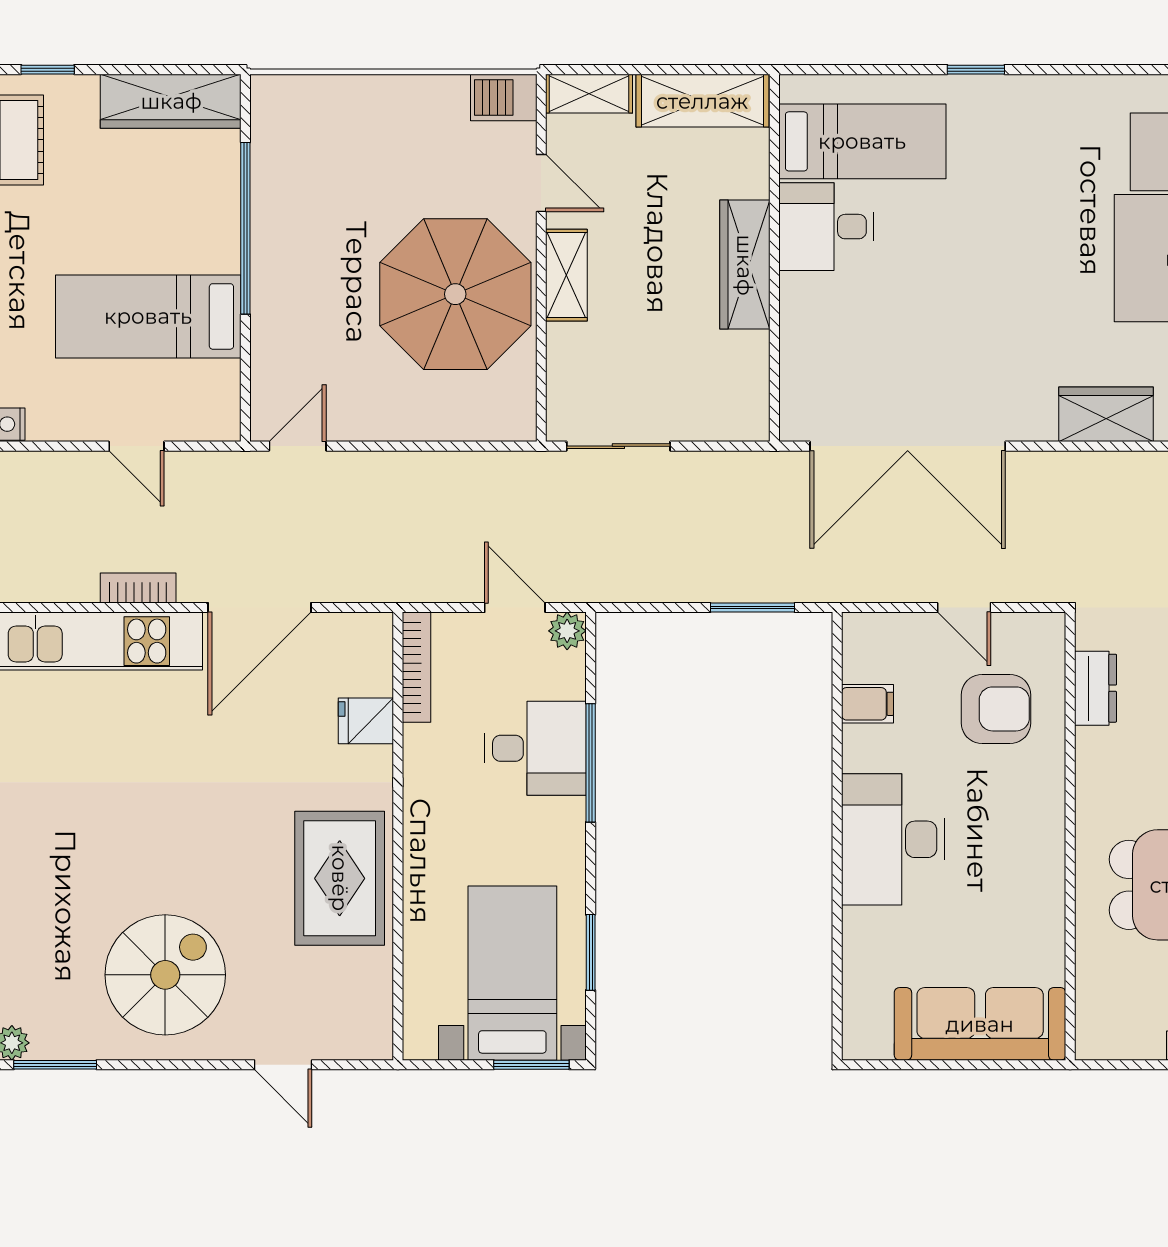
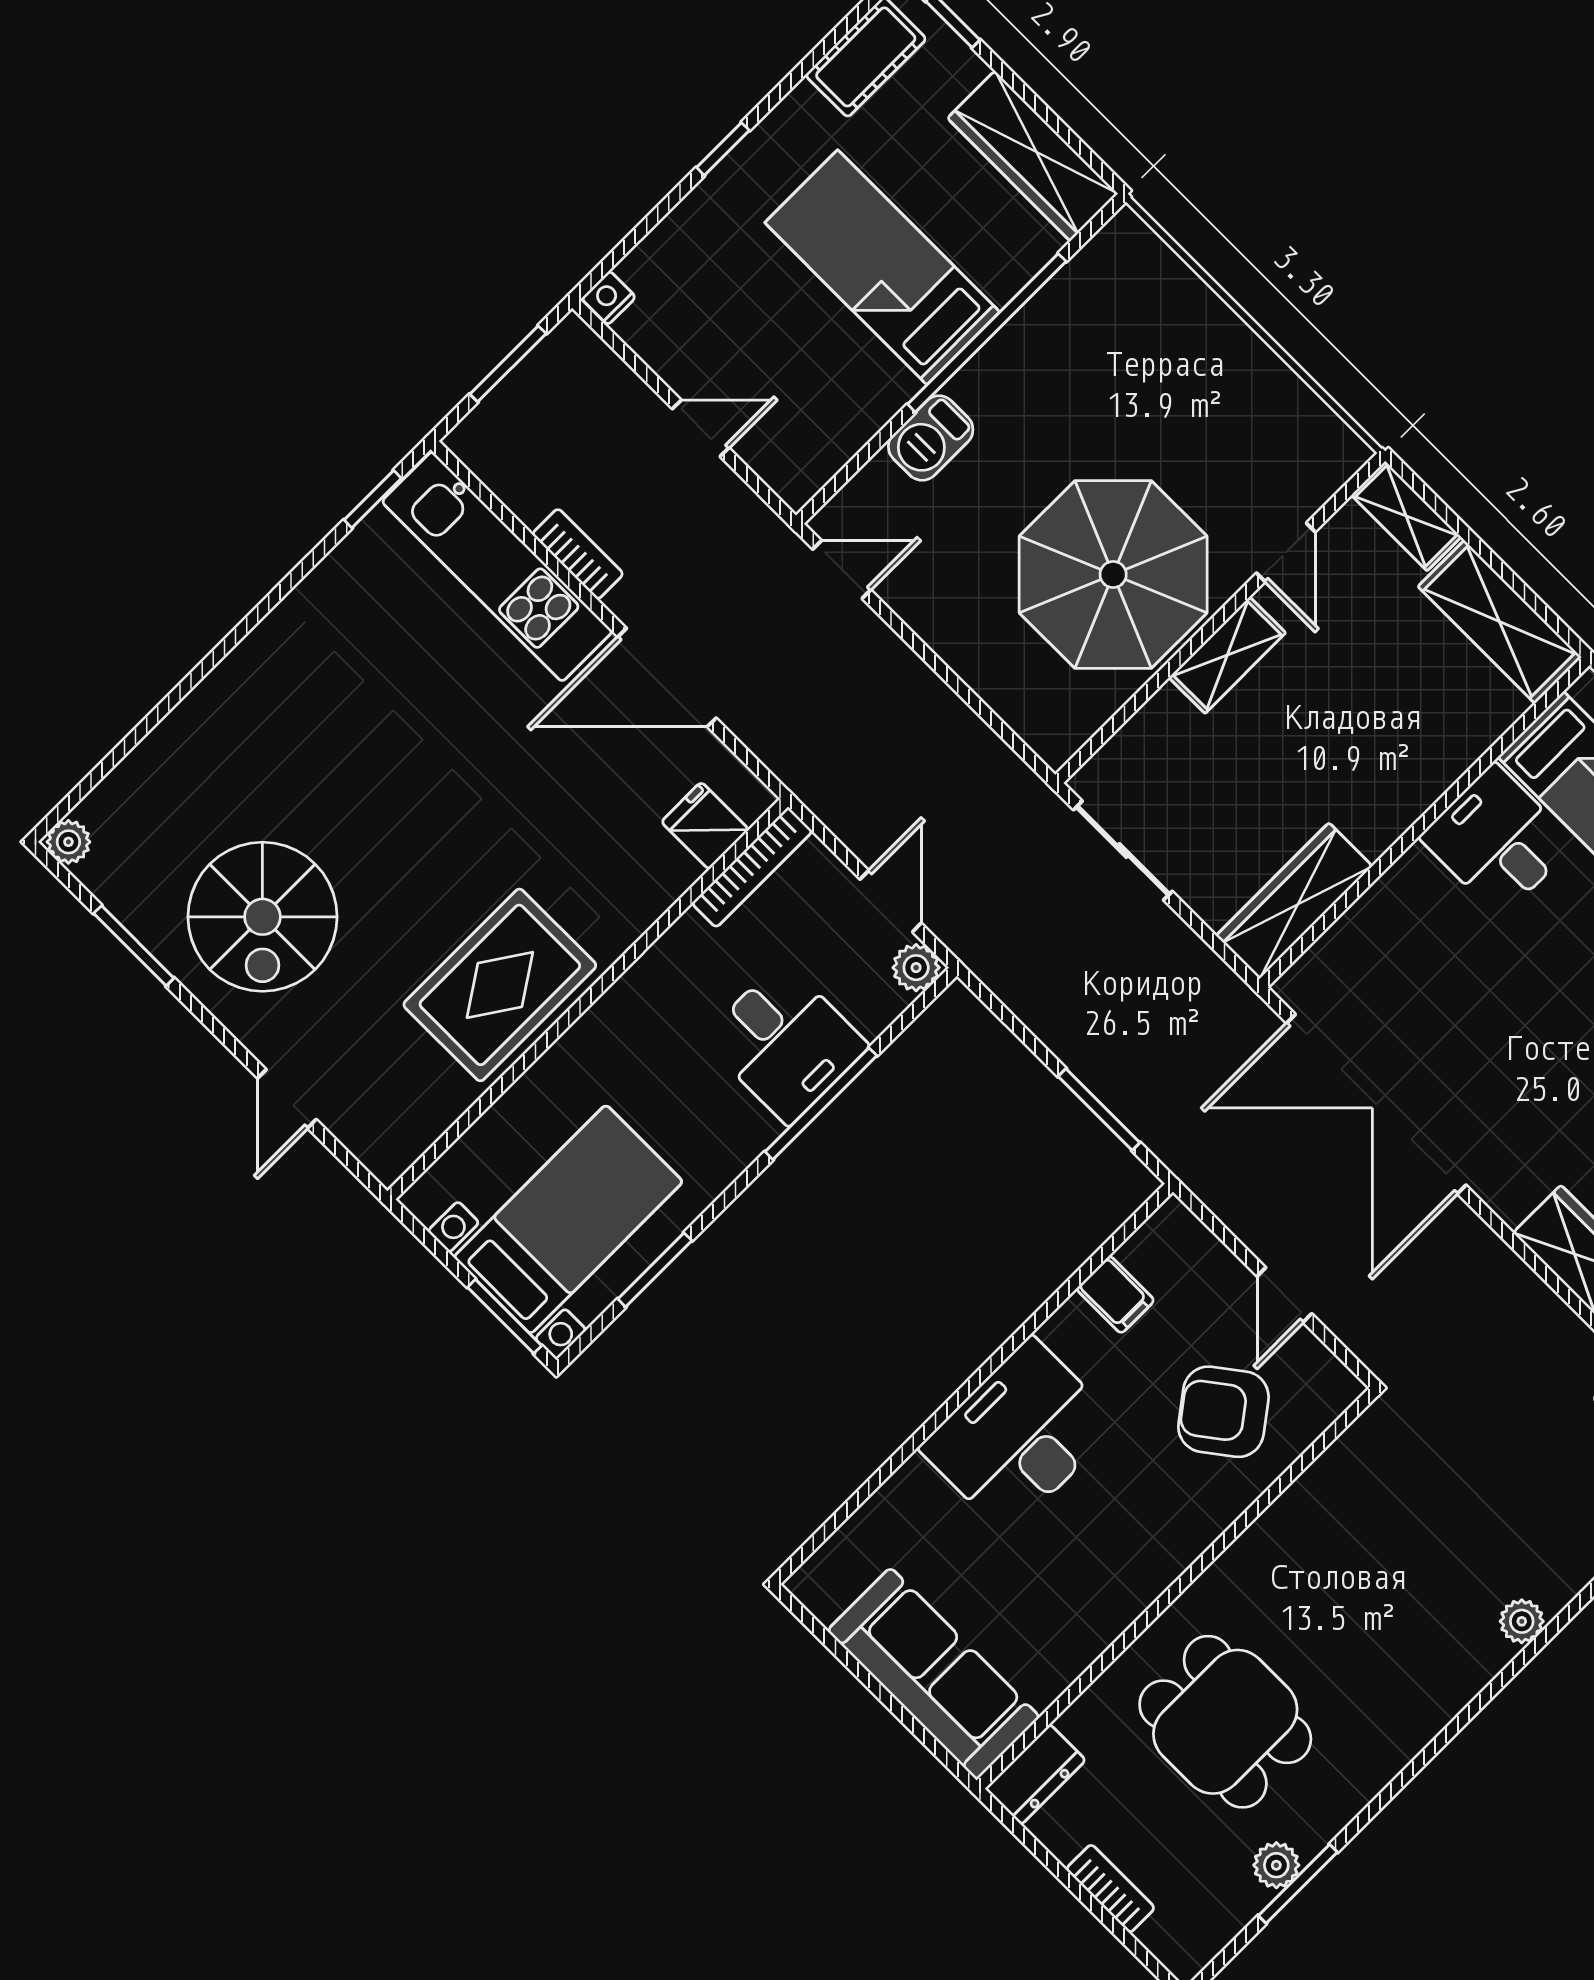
barbecue: (504, 98) -> (931, 438), moved, turned -90
wardrobe: (745, 265) -> (1294, 901), moved
bed: (148, 316) -> (882, 267), moved
door: (137, 446) -> (701, 428), swing flipped
dresser: (1096, 688) -> (1035, 1774), moved
armchair: (996, 709) -> (1223, 1412), turned 143
fridge: (366, 721) -> (705, 826), moved
spiral stairs: (165, 975) -> (262, 917), turned 90
window: (55, 1065) -> (134, 946), moved

